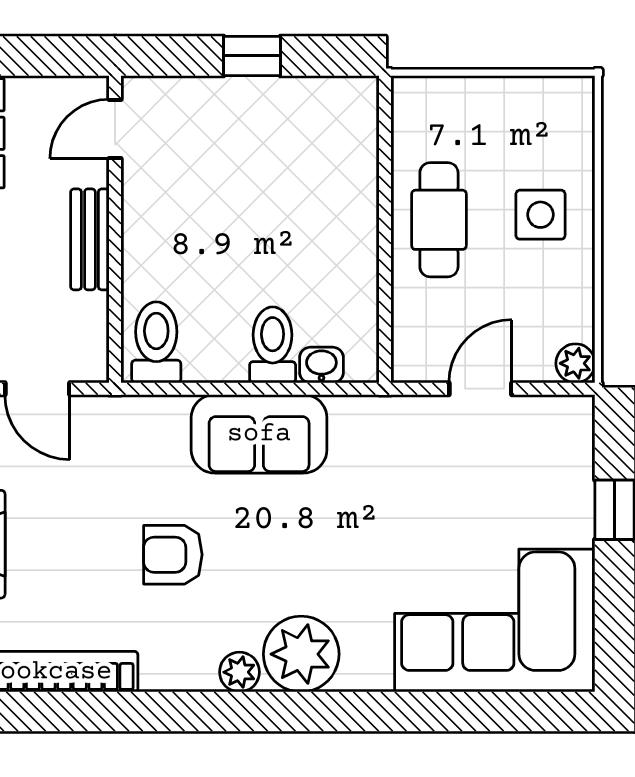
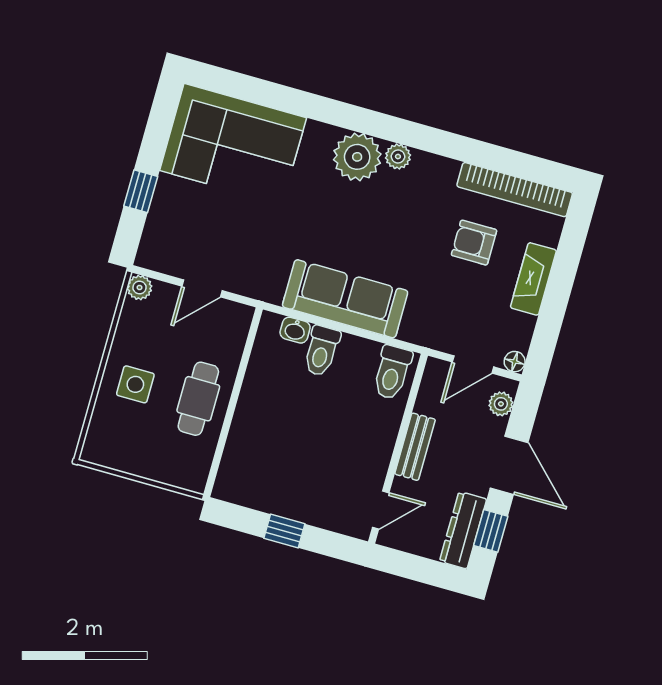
door: (37, 389) -> (473, 364), swing flipped
sofa: (259, 434) -> (345, 299), width x1.36
armchair: (173, 555) -> (474, 243), moved, turned 180

